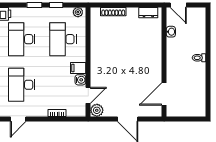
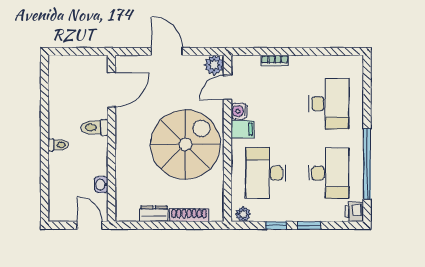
dresser: (148, 13) -> (154, 214), moved
desk: (63, 39) -> (266, 173), turned 180
spiral stairs: (116, 58) -> (185, 144), added
toilet: (175, 69) -> (95, 127), added
door: (18, 119) -> (334, 51), removed

